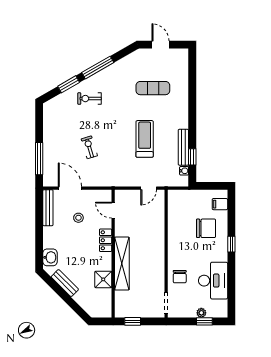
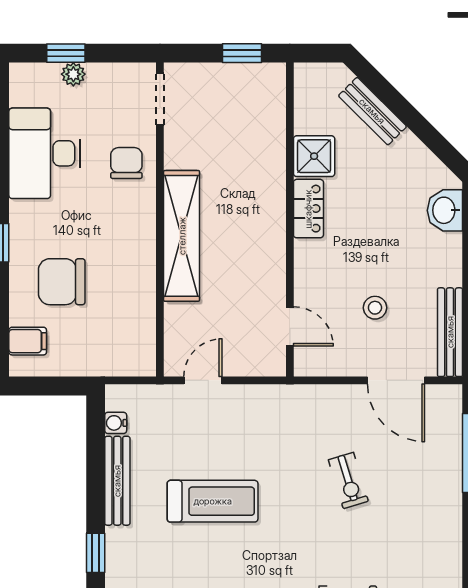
treadmill: (145, 139) -> (213, 501), turned -90
window: (192, 157) -> (96, 553), moved
locker: (106, 240) -> (308, 209), moved
shelving: (122, 264) -> (182, 236), moved
bench: (65, 283) -> (372, 111), moved

